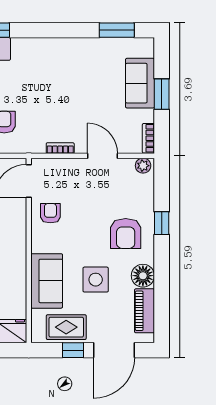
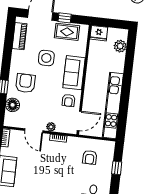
plant: (143, 166) -> (51, 127), moved
floor lamp: (143, 276) -> (13, 105), moved
sofa: (47, 281) -> (74, 73), moved

